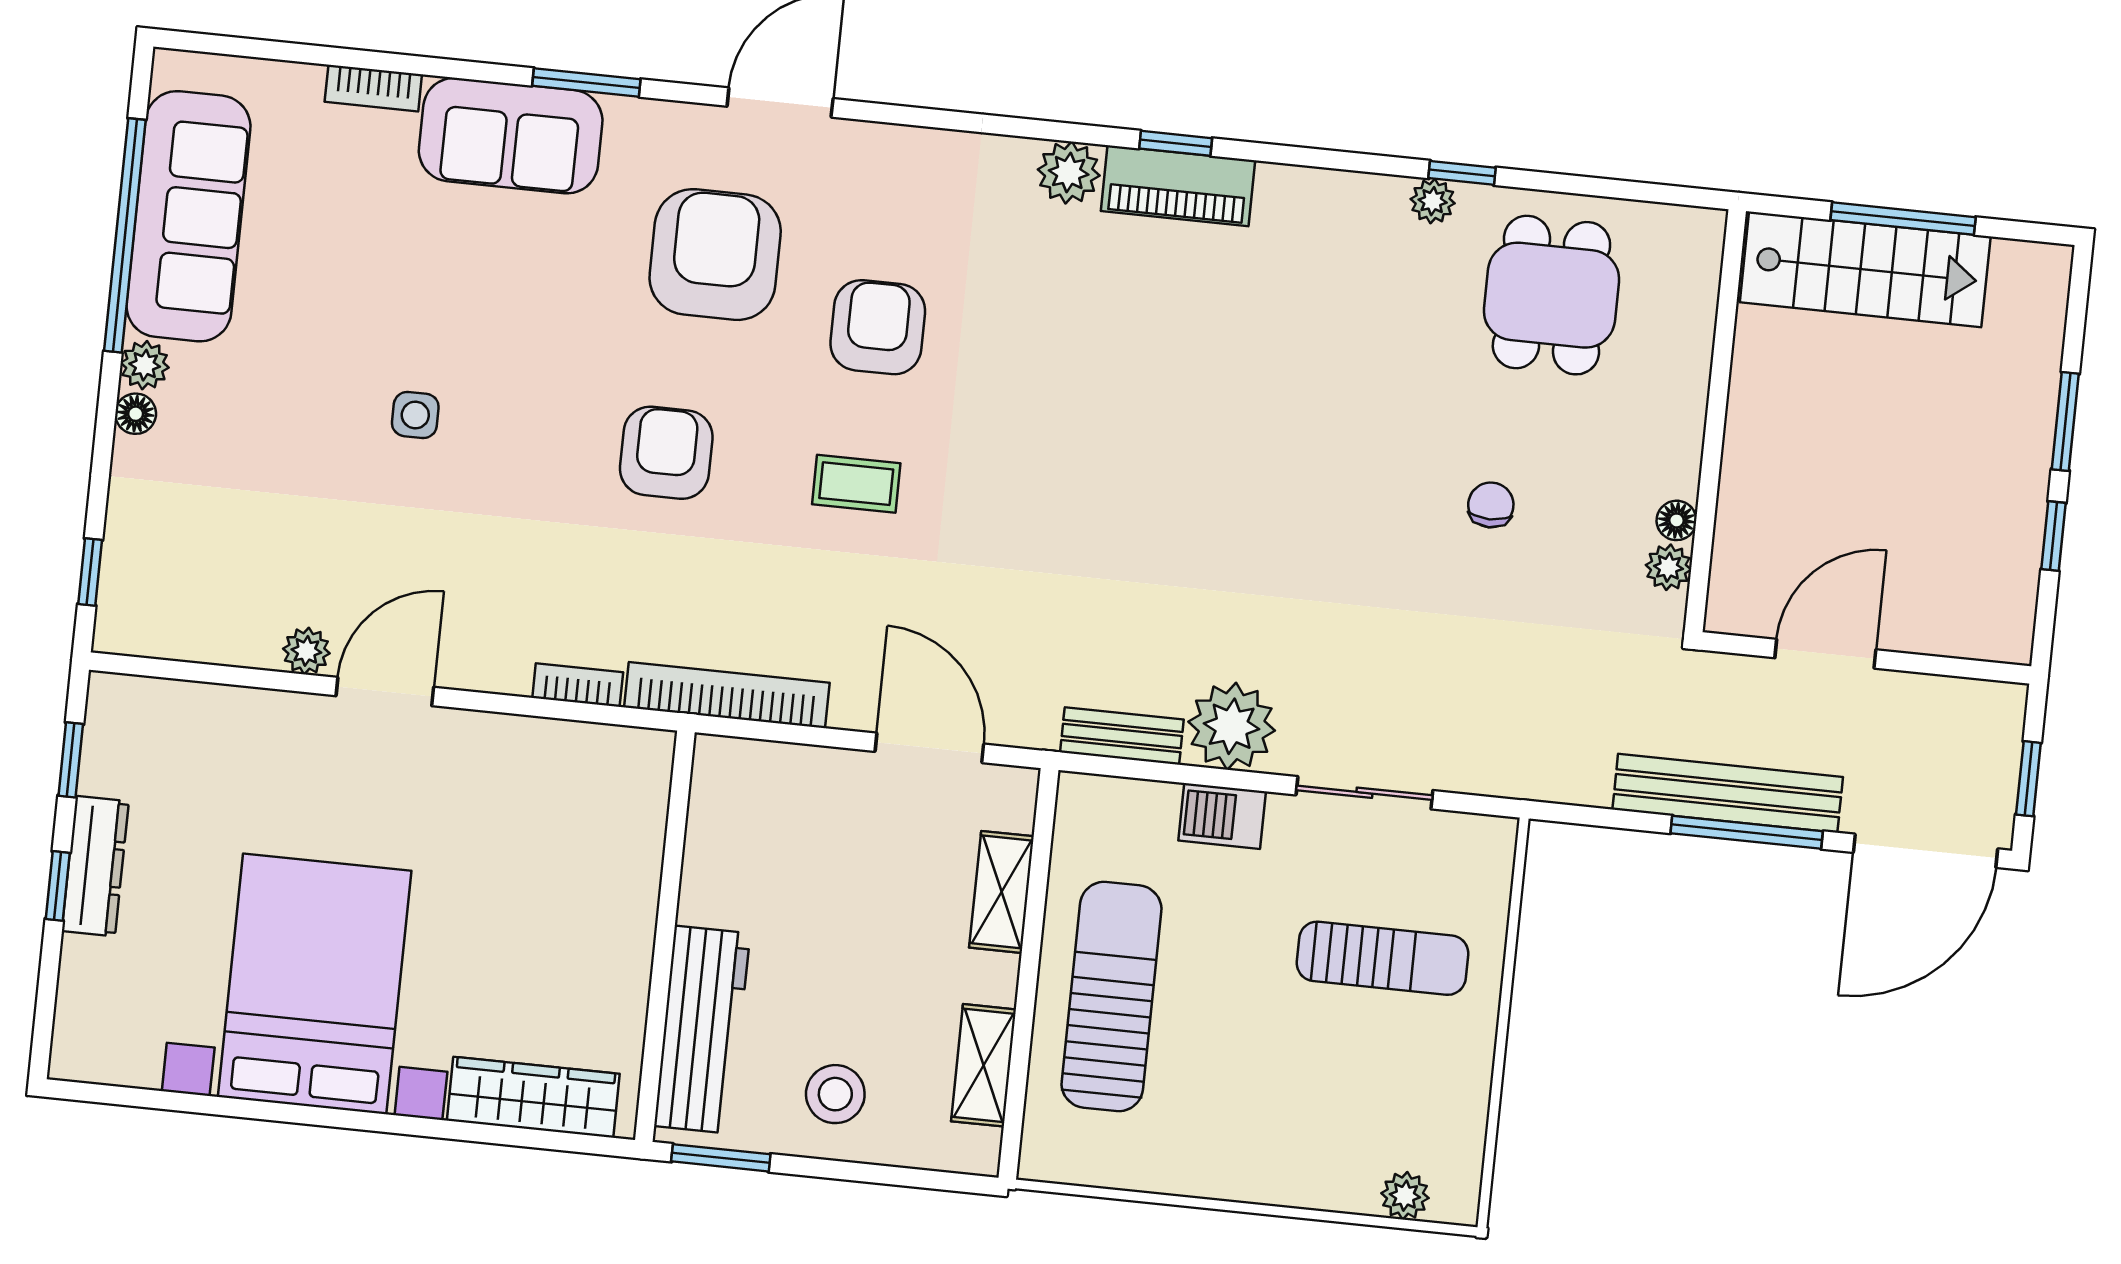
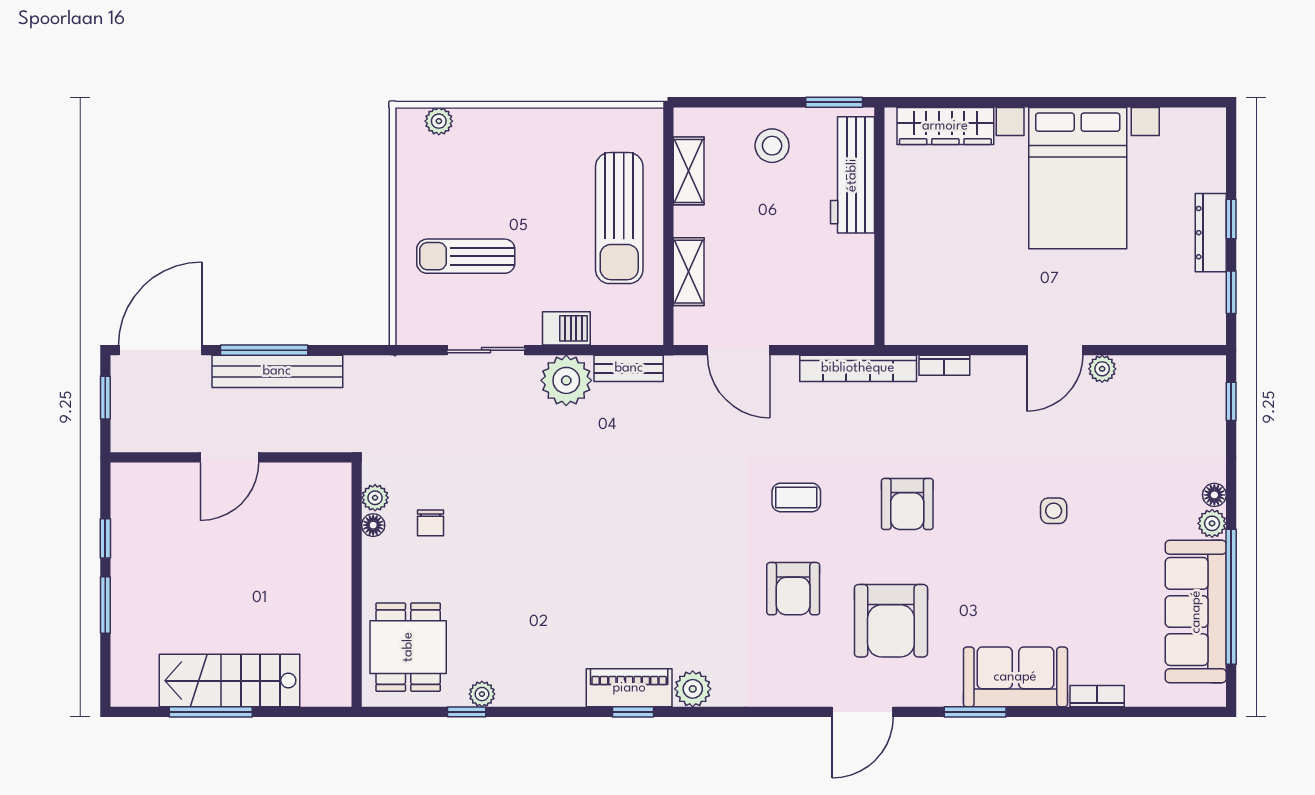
wall: (1715, 421) -> (357, 585), moved
floor lamp: (1677, 520) -> (373, 525), moved
plant: (1668, 567) -> (375, 498), moved

